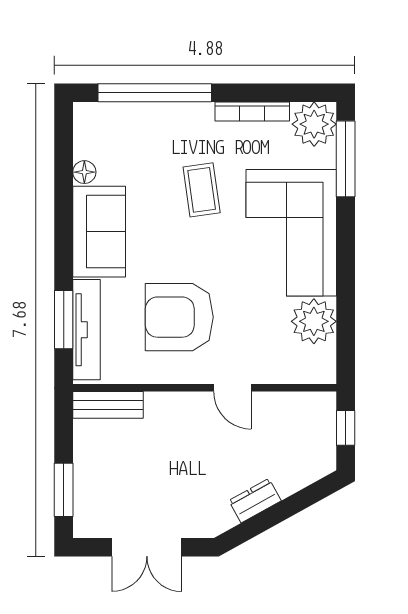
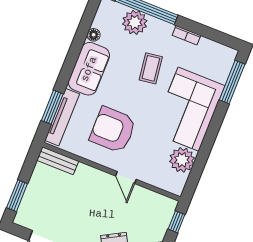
bookcase: (252, 111) -> (186, 35), width x0.64
plant: (314, 124) -> (135, 22), moved

